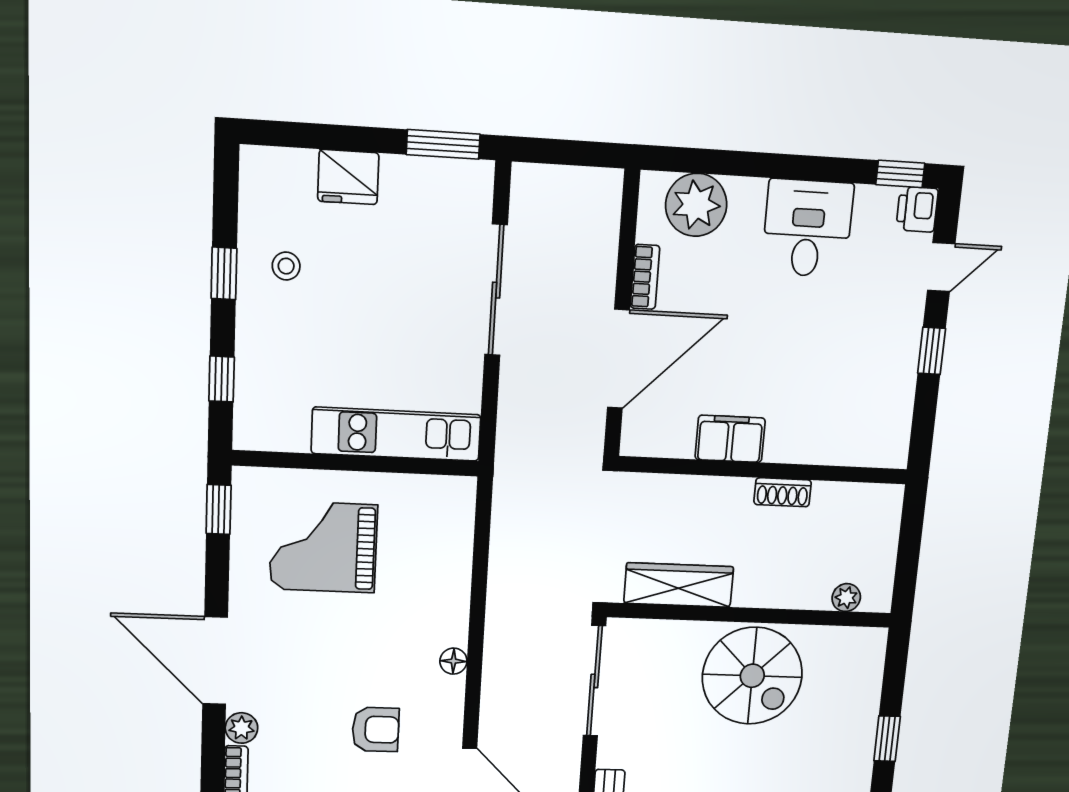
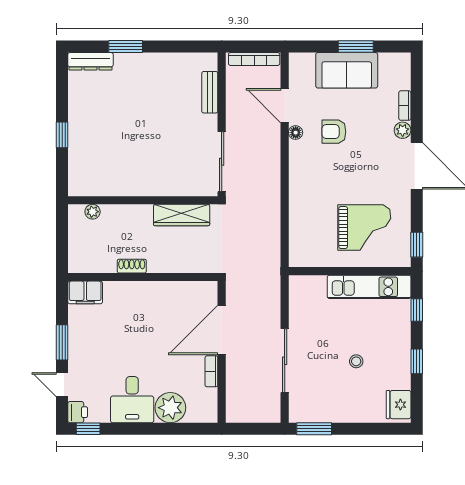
fridge: (348, 177) -> (399, 405), moved, turned -90
plant: (696, 205) -> (170, 408), moved
stool: (286, 266) -> (356, 361), moved
door: (941, 267) -> (62, 385), hinge flipped
window: (932, 351) -> (62, 342), width x1.50
kitchen unit: (396, 434) -> (369, 287), moved
filing cabinet: (730, 439) -> (85, 292), moved
floor lamp: (453, 661) -> (296, 133), moved
spiral stairs: (752, 676) -> (138, 167), removed

